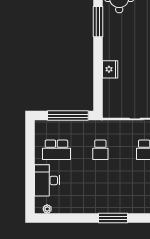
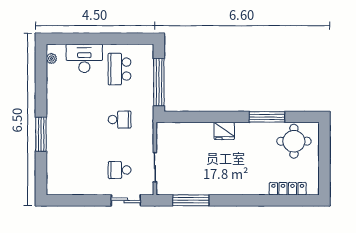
fridge: (110, 69) -> (224, 131), moved
school desk: (100, 150) -> (120, 120), turned 180

